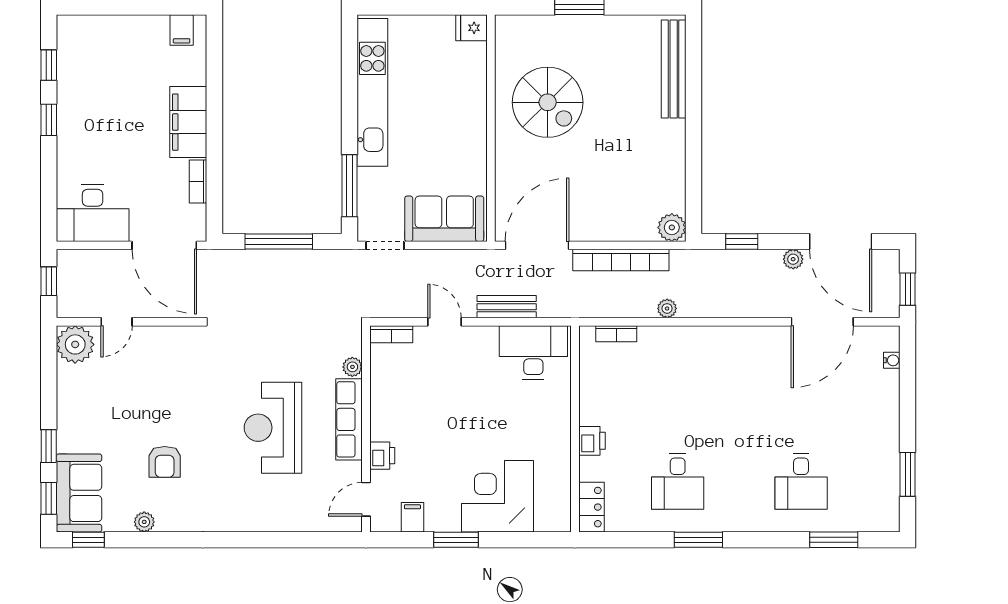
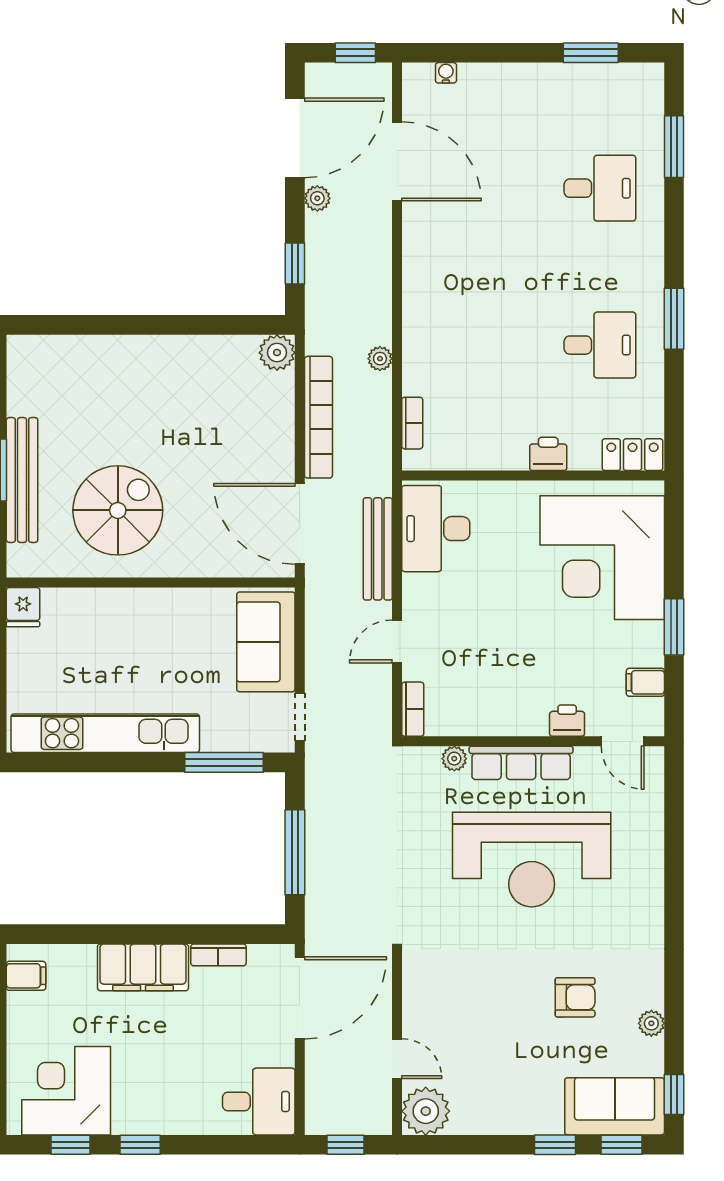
corner desk: (91, 62) -> (66, 1091), added
bench: (674, 69) -> (22, 480), moved, turned 90
desk: (93, 213) -> (259, 1102), width x0.73
bench: (507, 307) -> (378, 549), width x1.36
reception desk: (273, 428) -> (532, 860), width x1.36, depth x1.30
corner desk: (498, 496) -> (602, 558), width x1.36, depth x1.36

